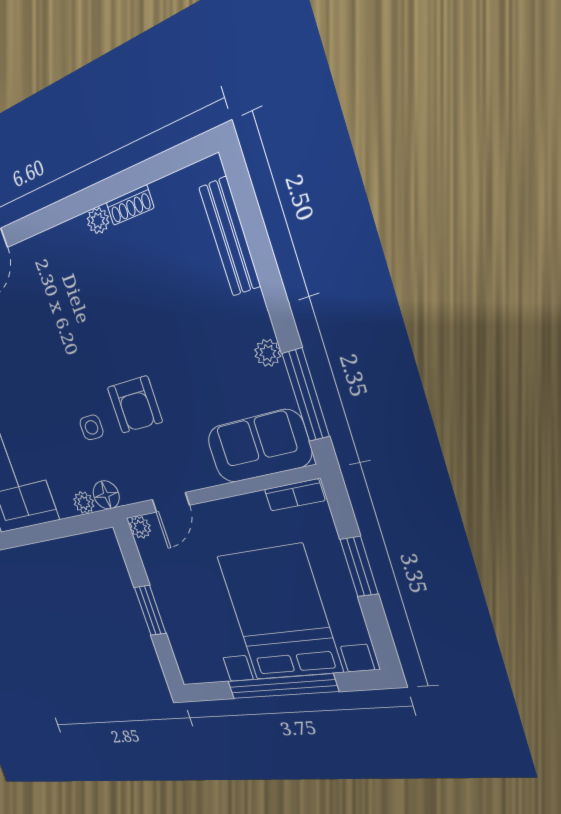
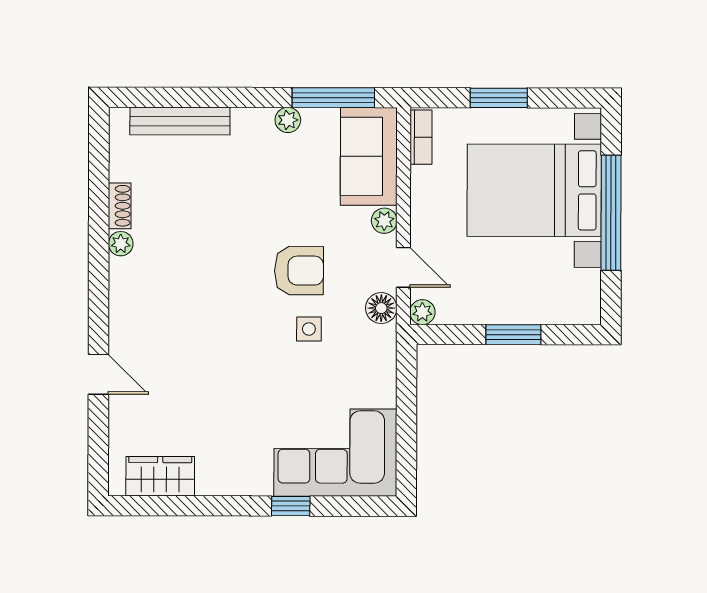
floor lamp: (106, 495) -> (381, 308), moved
plant: (84, 503) -> (384, 221), moved

